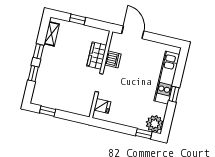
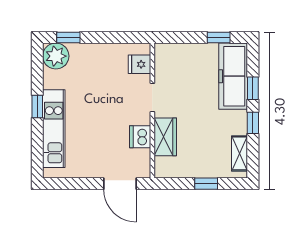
freezer: (44, 84) -> (233, 76), added

